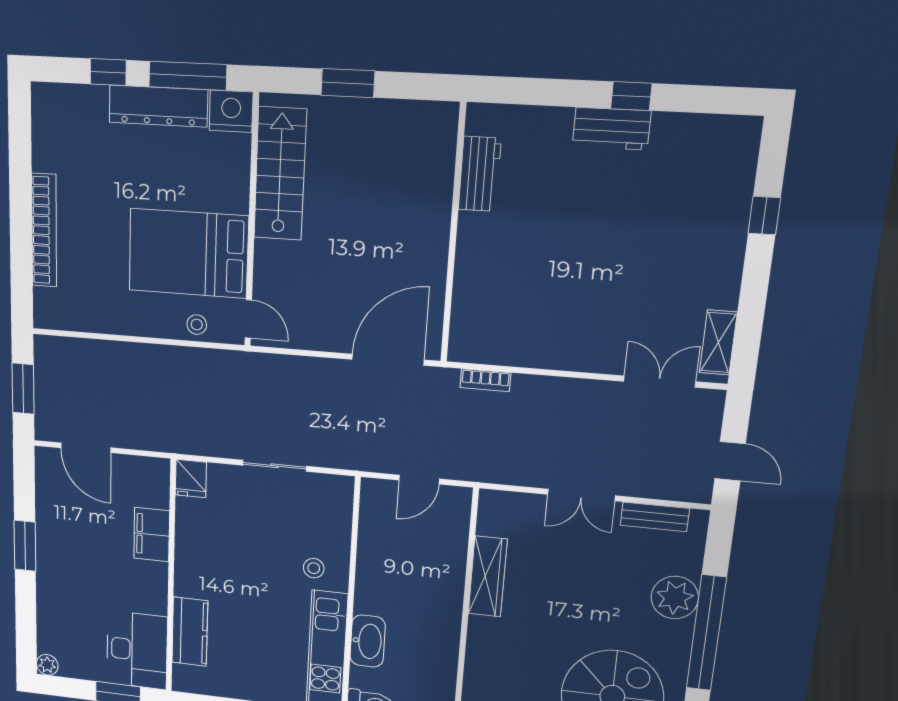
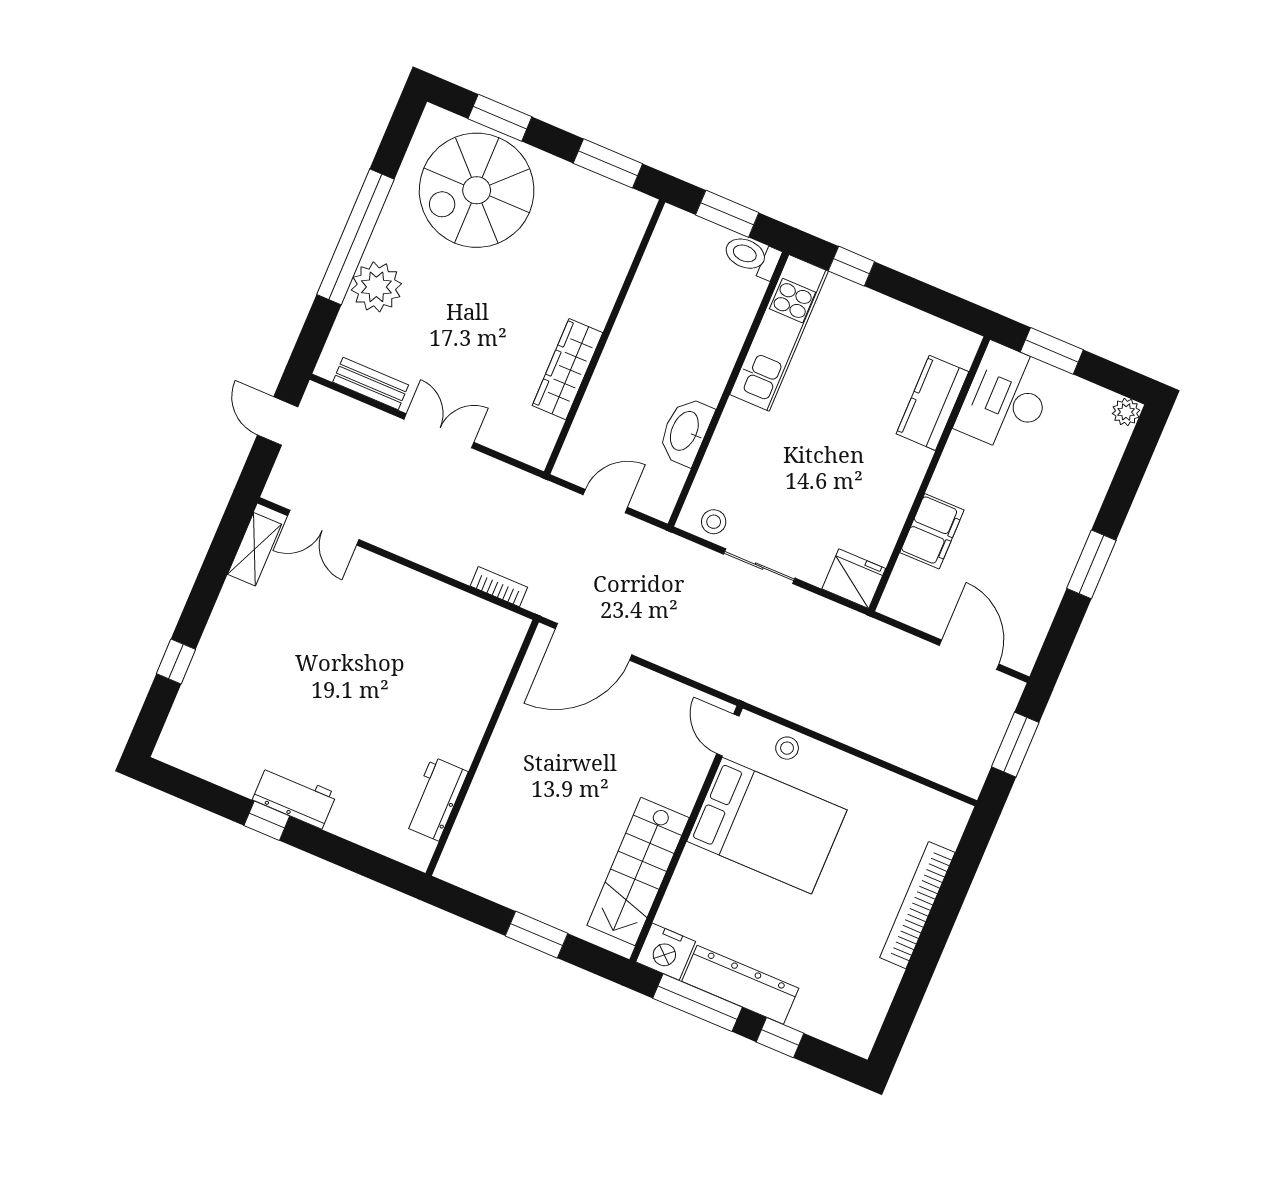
fridge: (191, 479) -> (854, 579), width x1.38
stool: (314, 568) -> (714, 522), moved
washbasin: (368, 641) -> (685, 431), moved

